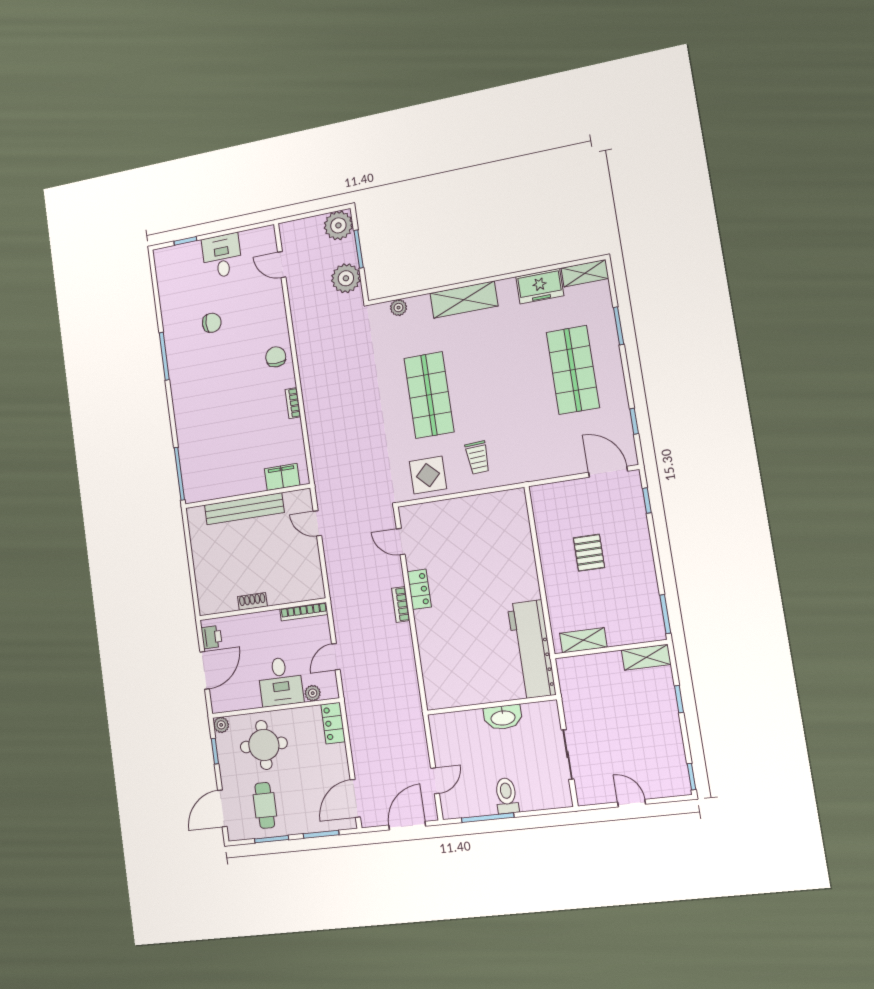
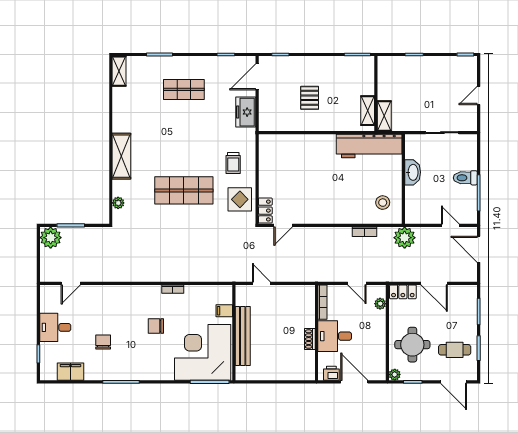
plant: (346, 278) -> (405, 238), moved
freezer: (540, 286) -> (246, 112), moved, turned 180
filing cabinet: (168, 287) -> (70, 372), added
chair: (276, 357) -> (156, 326), moved
shop shelf: (573, 370) -> (184, 89), width x0.70, depth x0.74
corner desk: (216, 458) -> (203, 352), added
trolley: (478, 458) -> (233, 163), turned 93
filing cabinet: (282, 477) -> (224, 311), width x0.50
door: (317, 523) -> (261, 283), swing flipped
pallet: (589, 553) -> (310, 98), turned 90
locker: (419, 589) -> (265, 211), moved, turned 90
bookcase: (401, 604) -> (364, 232), moved
shelving: (646, 657) -> (384, 116), moved
stool: (453, 679) -> (383, 203), added
desk: (280, 682) -> (335, 336), moved, turned 180
door: (355, 798) -> (434, 283), moved

